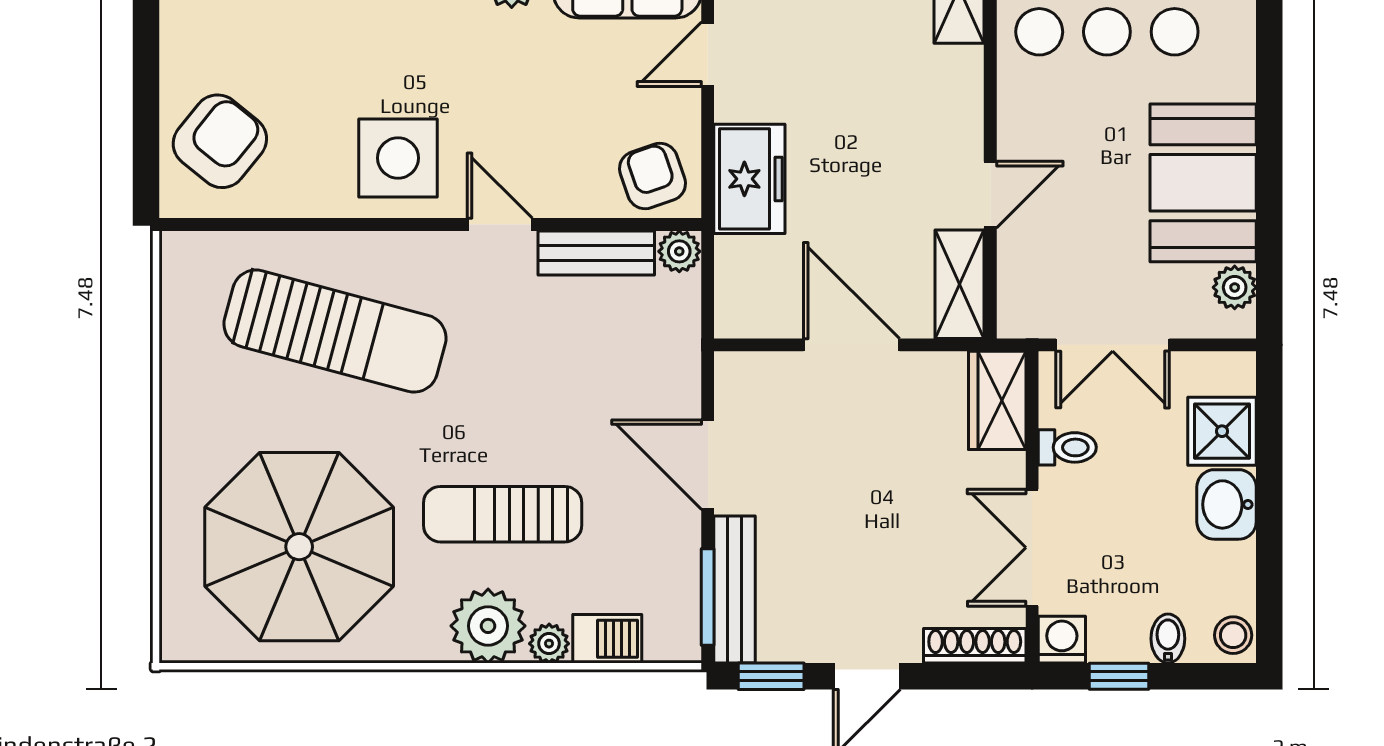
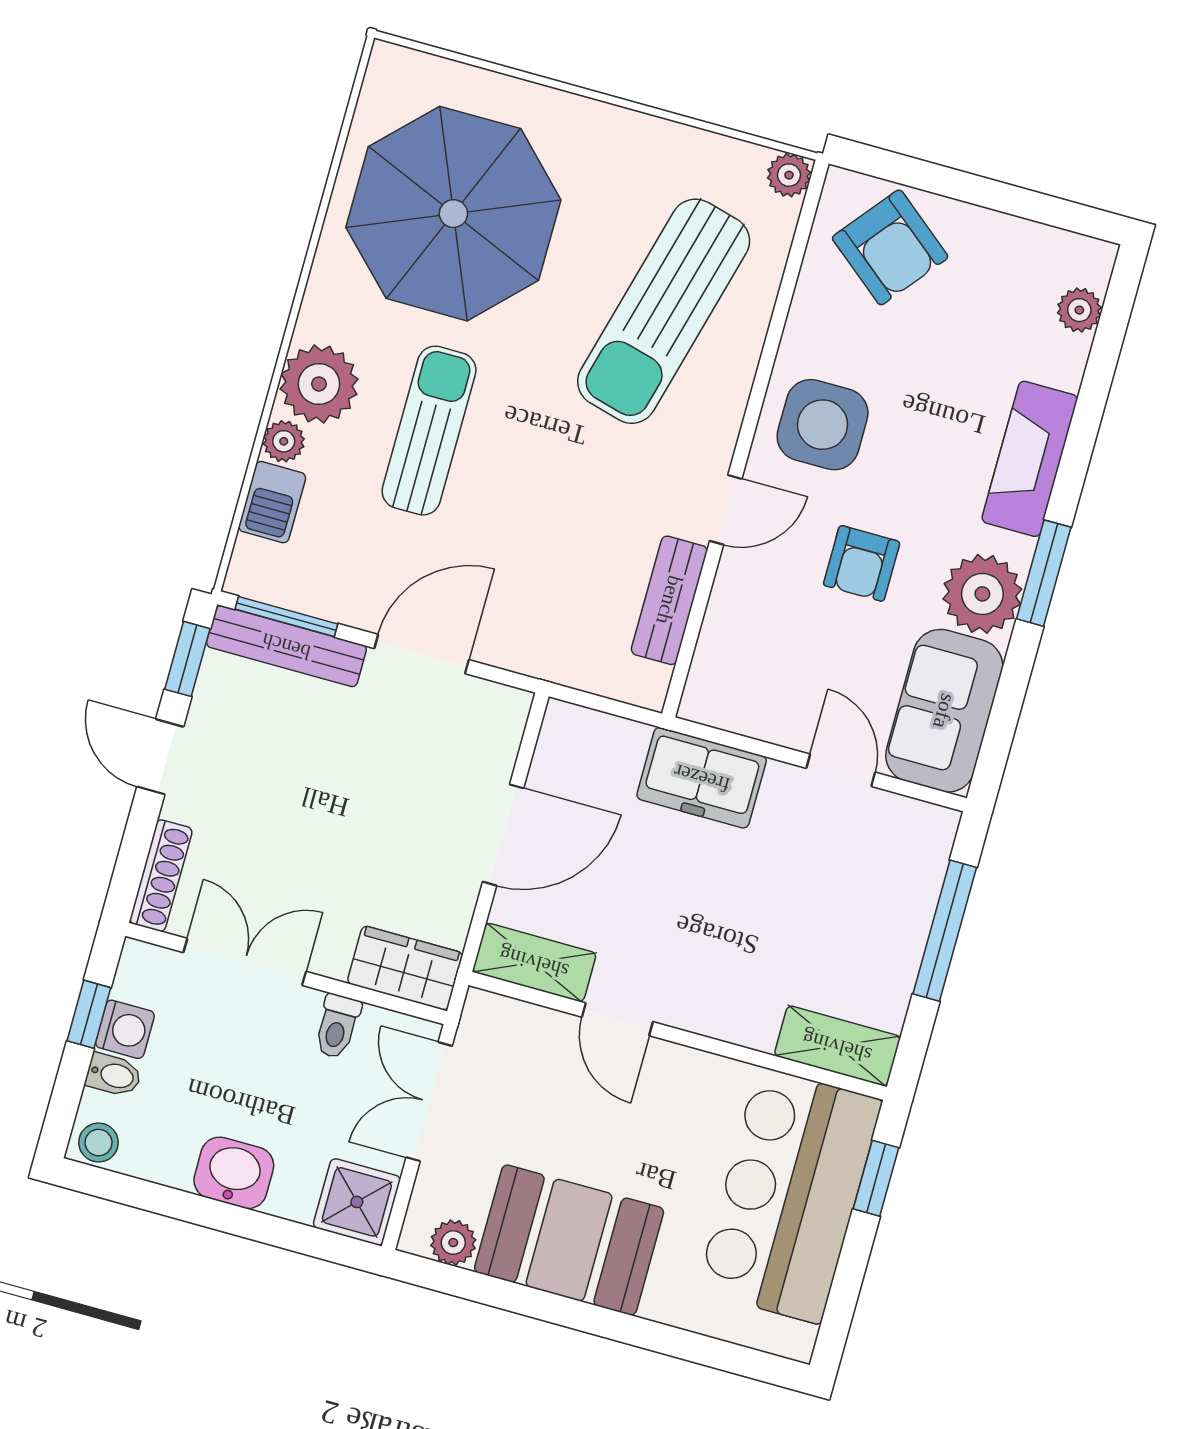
armchair: (653, 176) -> (862, 563), moved, turned 109
plant: (679, 251) -> (789, 175), moved
shower: (1222, 431) -> (357, 1202), moved
washing machine: (1062, 640) -> (125, 1029), moved

